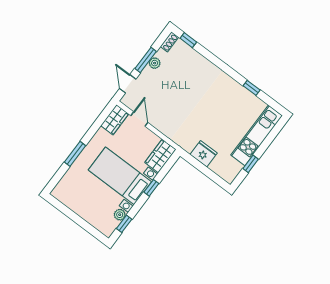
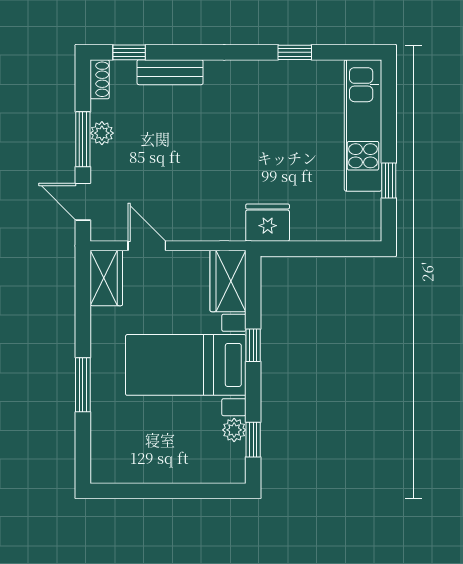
bench: (198, 59) -> (170, 72), added
fridge: (204, 154) -> (268, 223), moved

